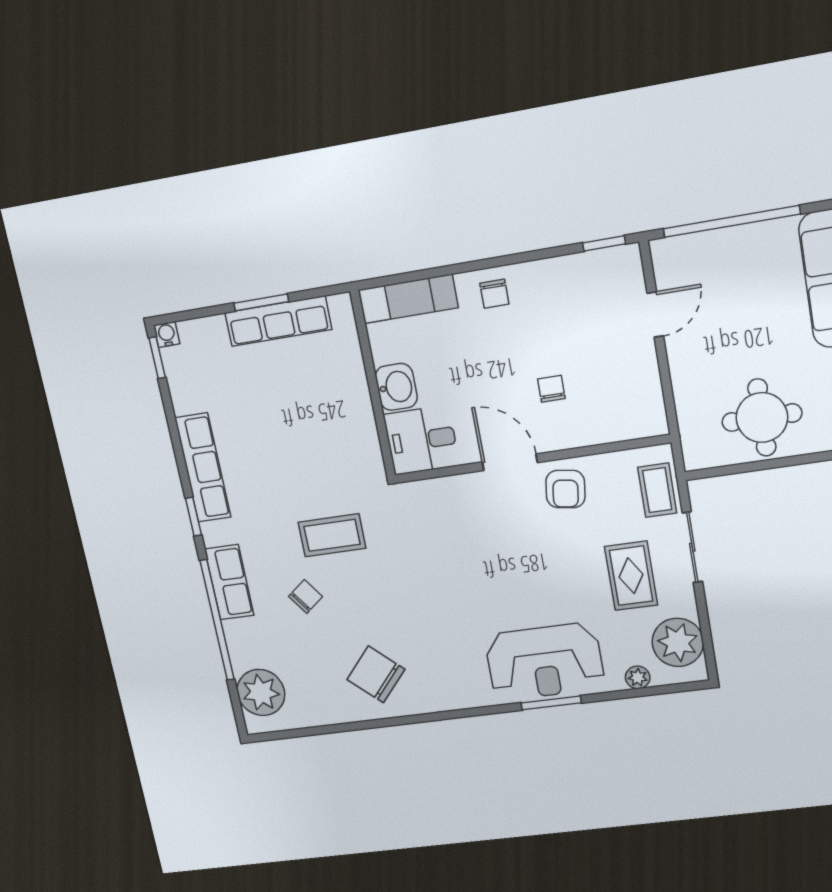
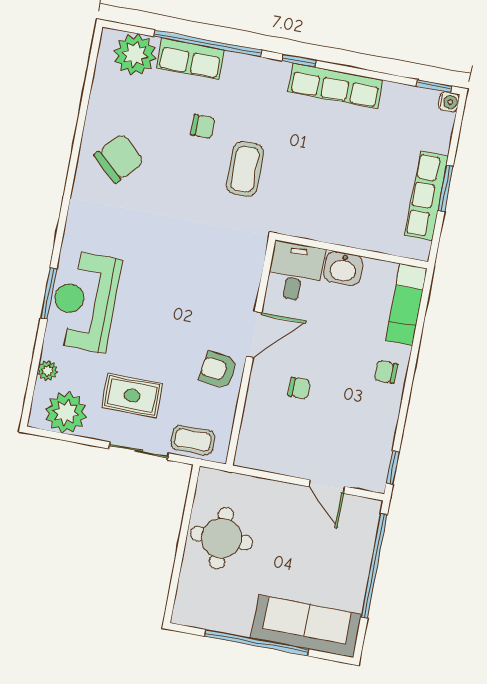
row of seats: (229, 582) -> (190, 59), moved
chair: (306, 597) -> (203, 126), turned -53

